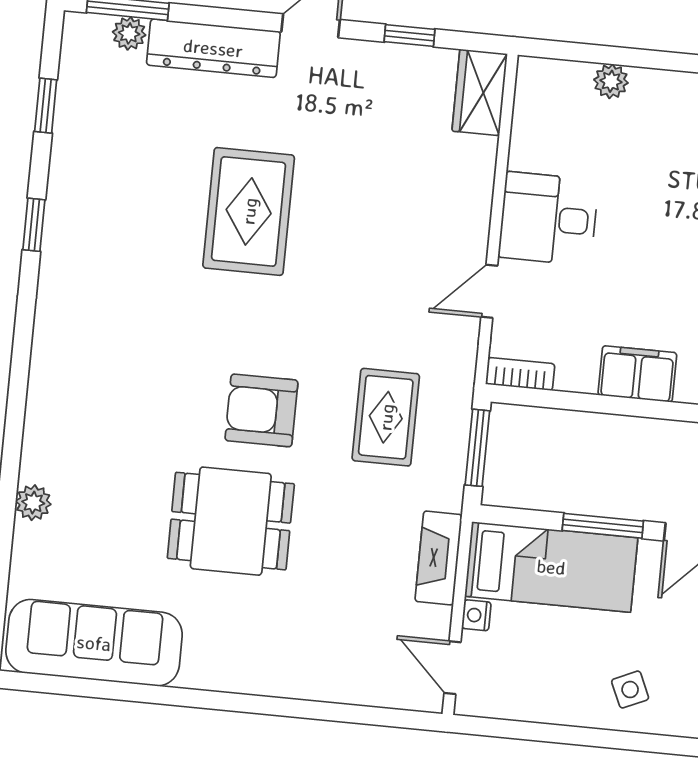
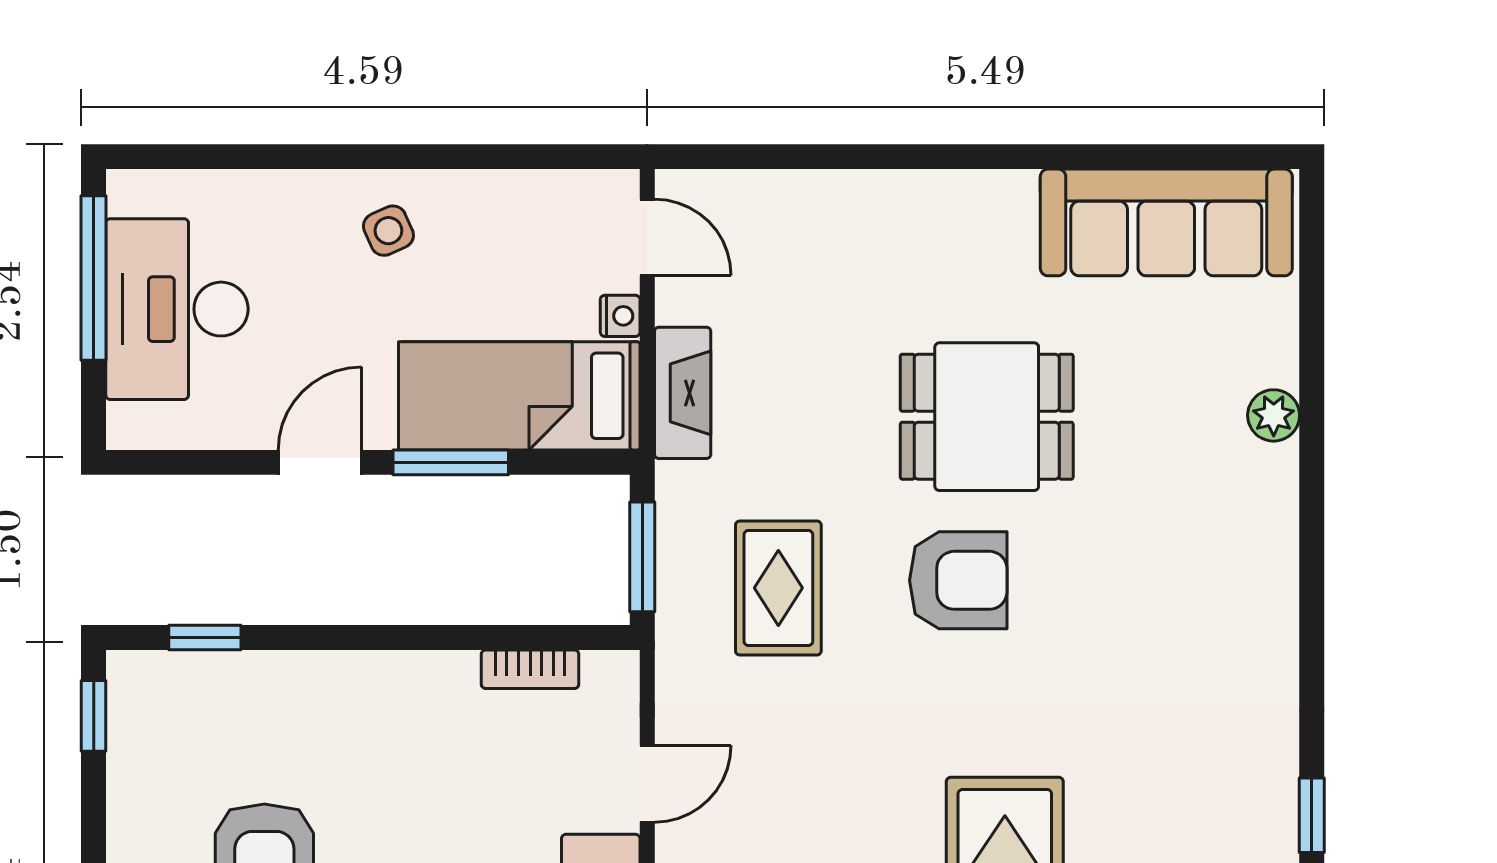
bookcase: (520, 374) -> (530, 669), moved
filing cabinet: (637, 374) -> (422, 686), removed

